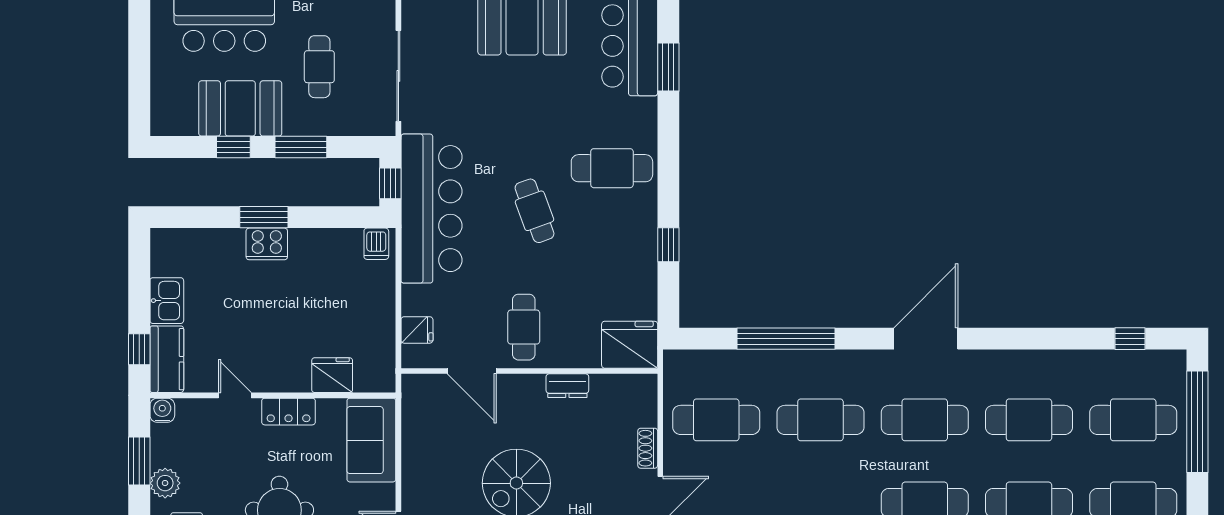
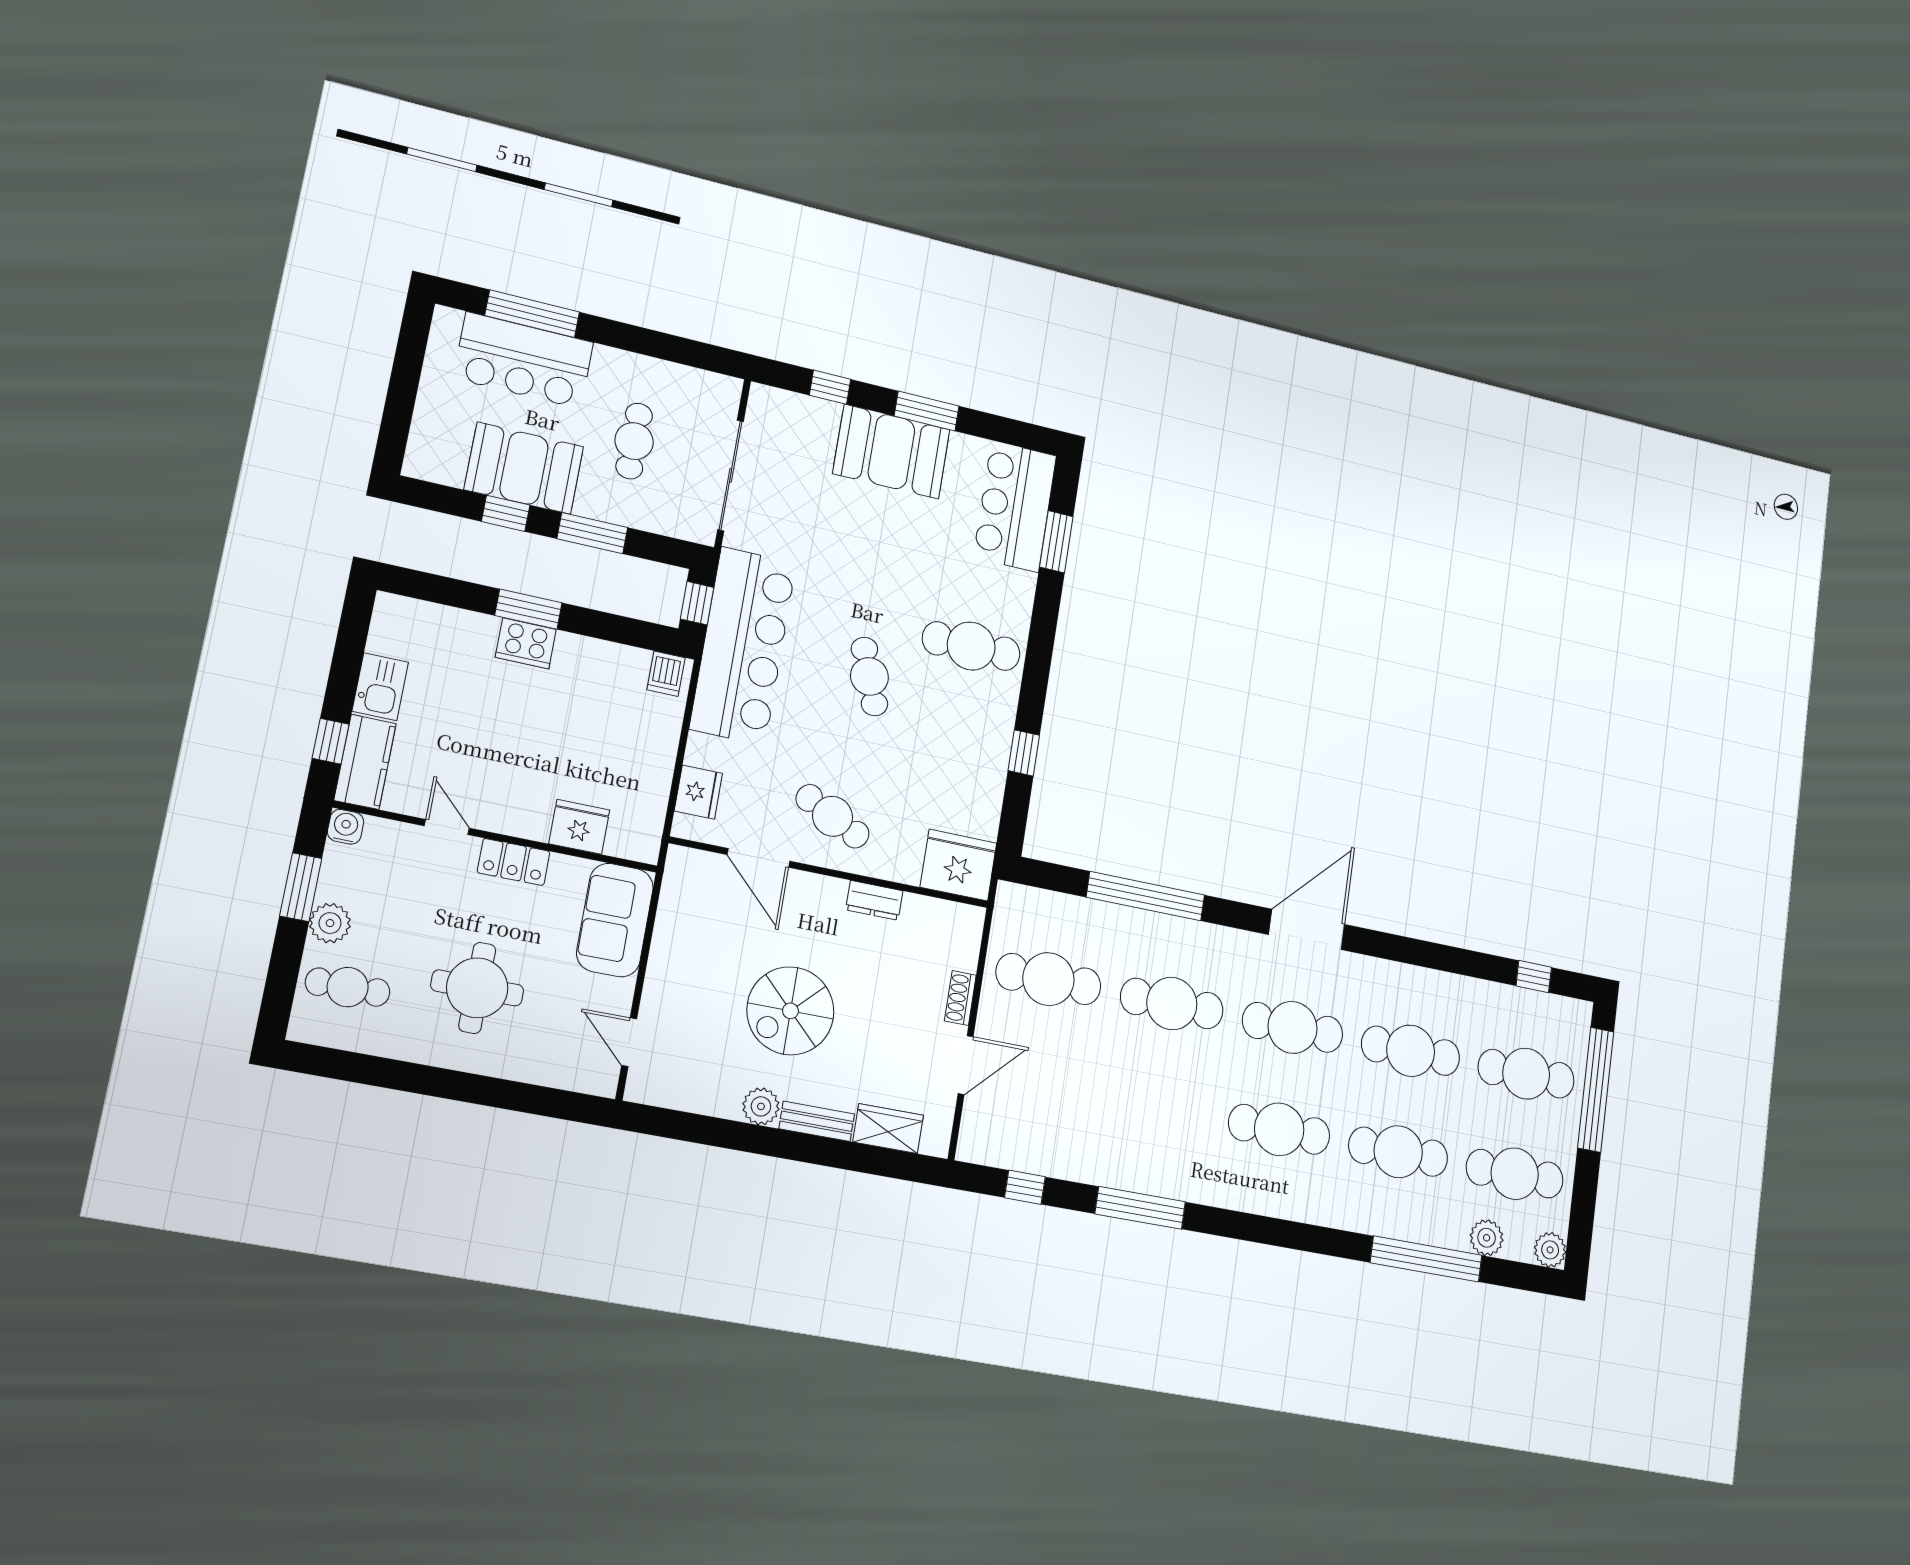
cafe table: (524, 327) -> (833, 816), turned -63
fridge: (417, 330) -> (698, 792), width x1.38

